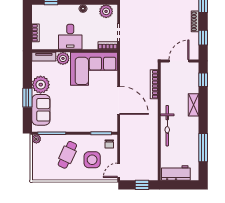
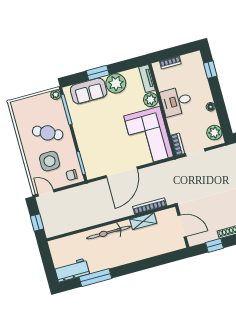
window: (203, 80) -> (169, 258), removed
shelving: (193, 105) -> (143, 221), moved
workbench: (176, 173) -> (72, 270), moved, turned -90

